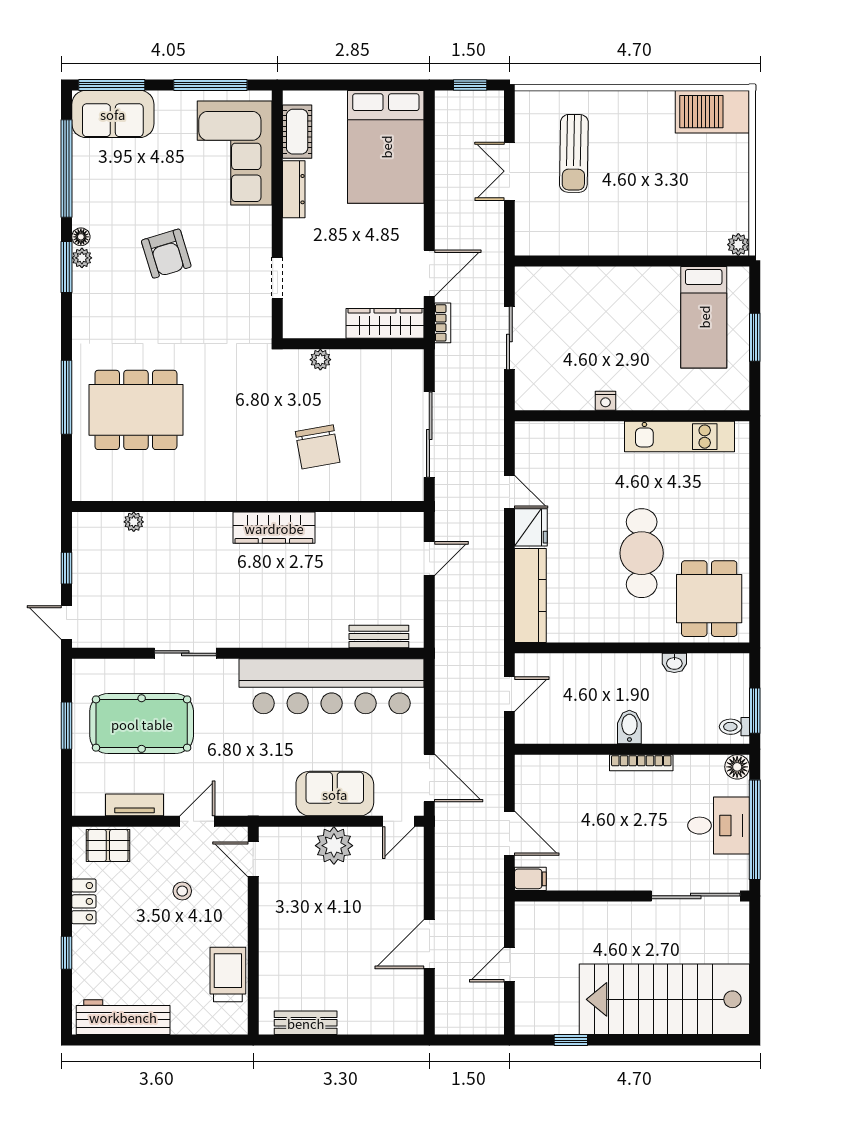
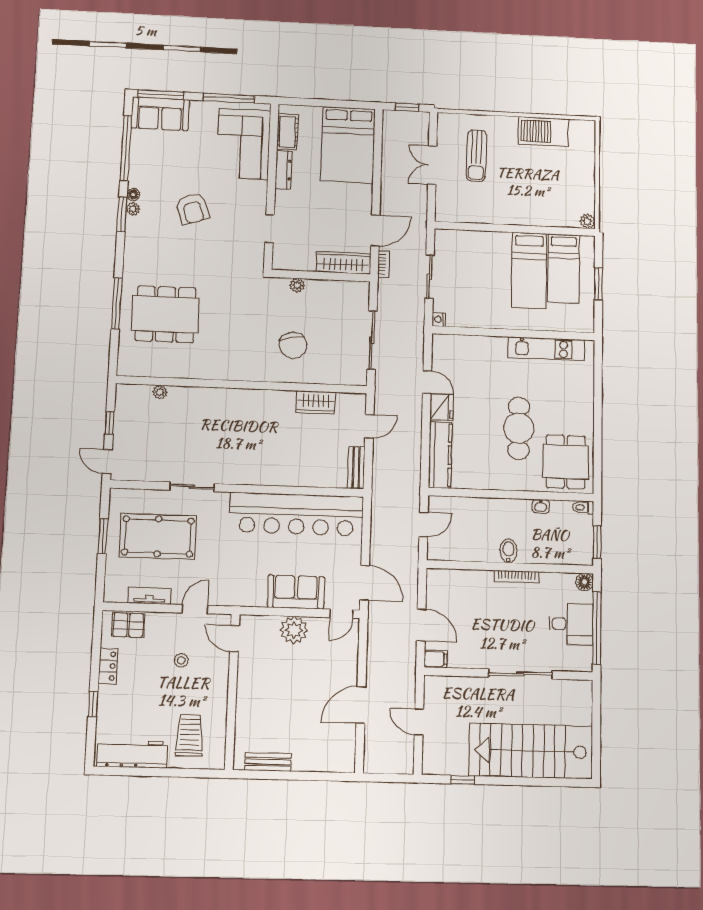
barbecue: (712, 112) -> (543, 132), moved
bed: (654, 322) -> (529, 270), added
nightstand: (606, 401) -> (439, 319), moved, turned 90
wardrobe: (274, 528) -> (316, 402), moved, width x0.67
bench: (379, 636) -> (356, 468), moved, turned 90
toilet: (734, 727) -> (583, 507), moved
sliding door: (696, 896) -> (520, 674), moved
door: (509, 965) -> (419, 722), hinge flipped
trolley: (228, 974) -> (190, 735), moved

